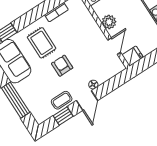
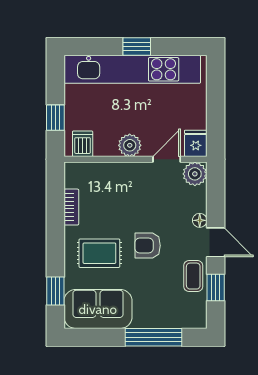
door: (114, 46) -> (167, 159), hinge flipped
plant: (116, 66) -> (195, 174), added

